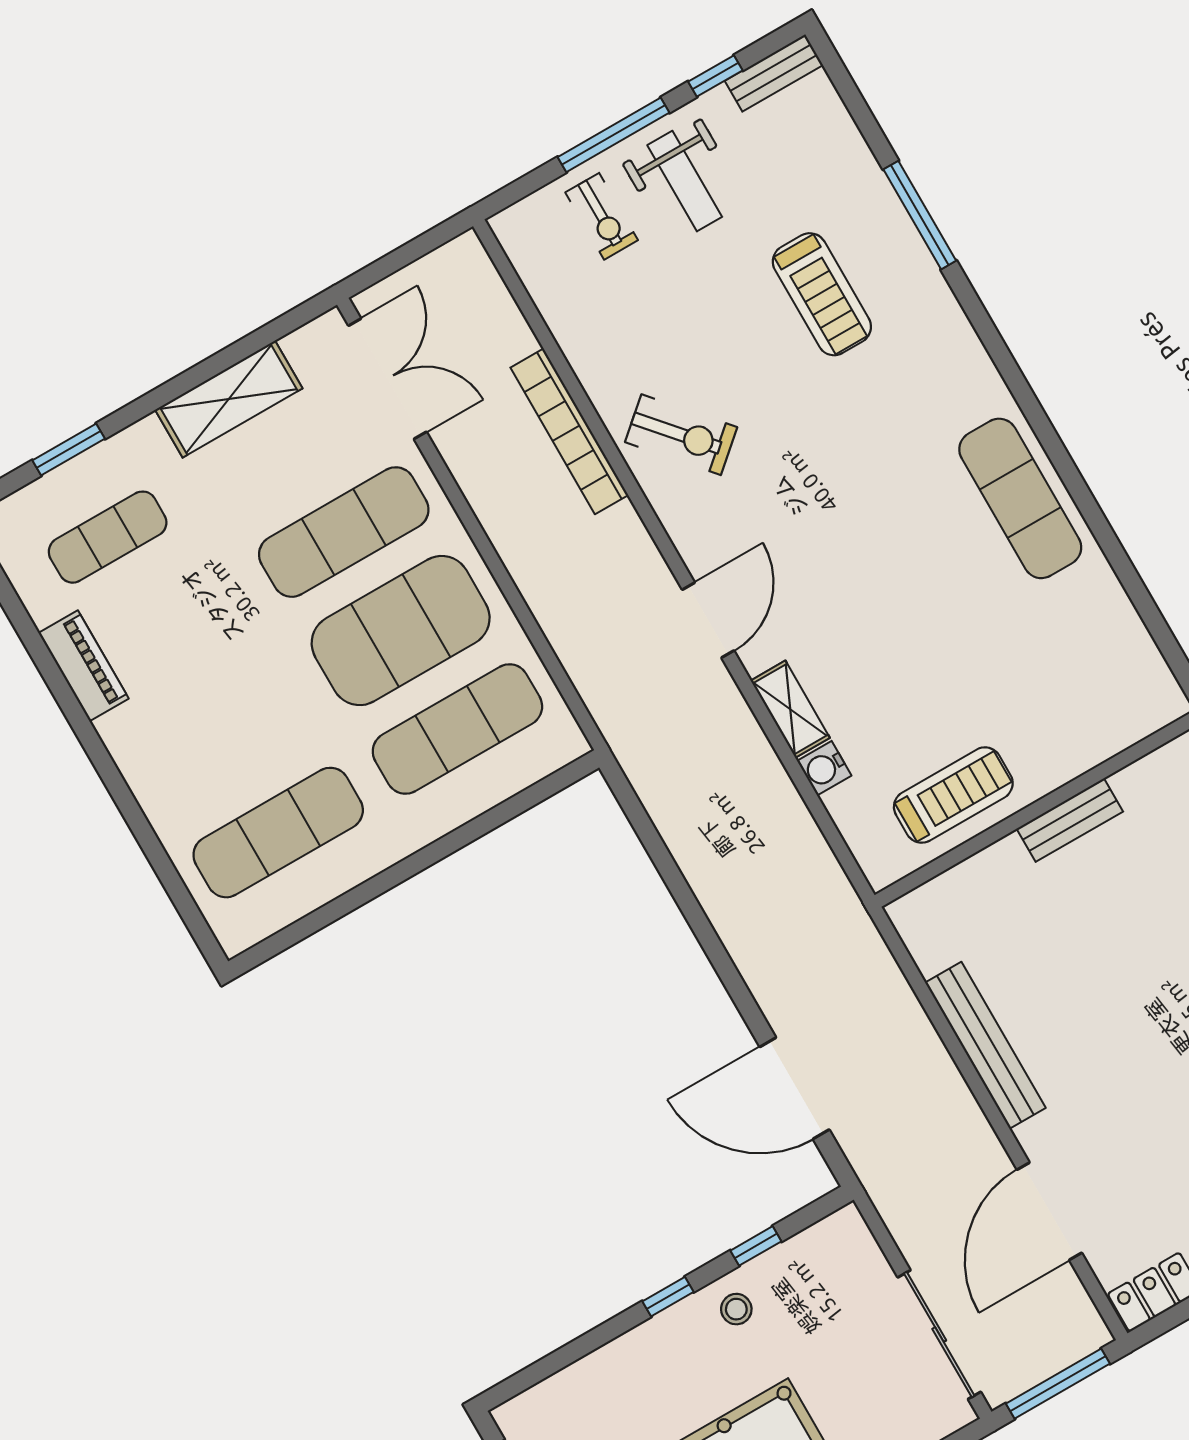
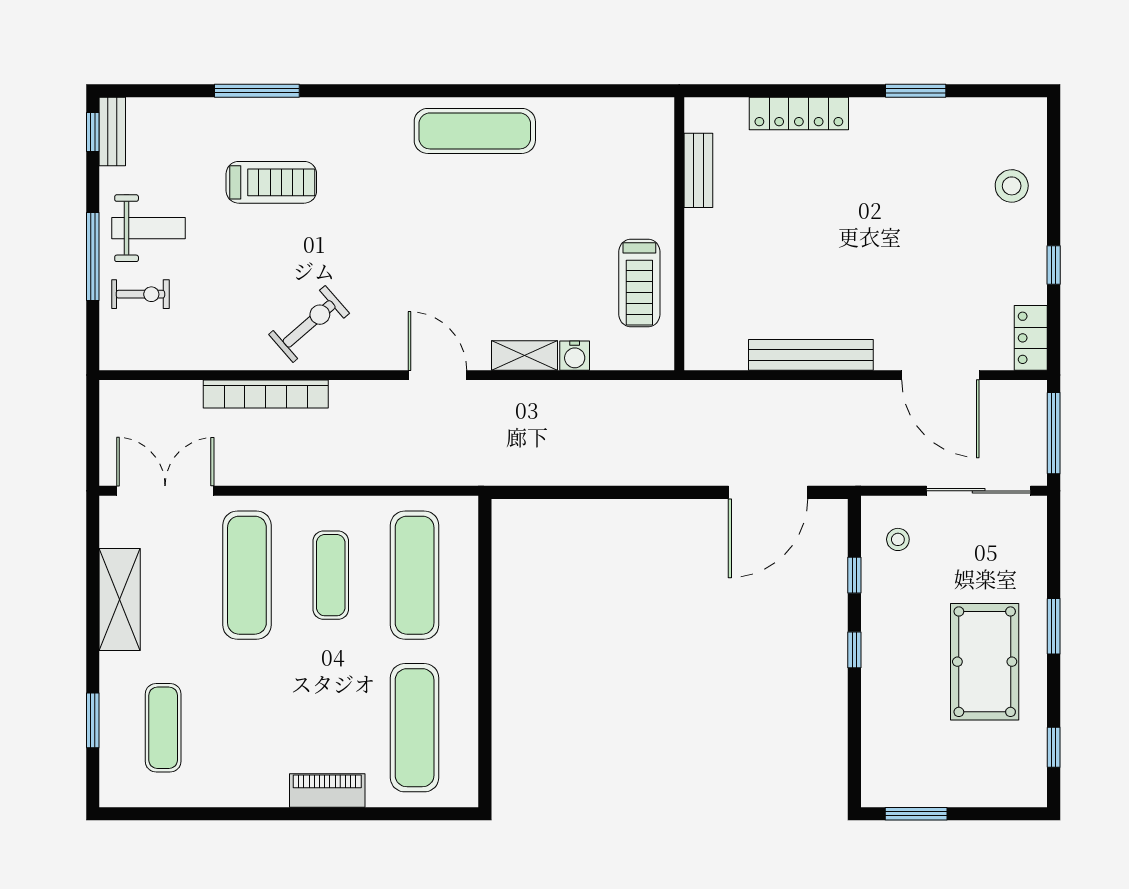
window: (715, 76) -> (93, 132), moved
exercise mat: (401, 631) -> (331, 575), width x0.50, depth x0.69
piano: (84, 666) -> (327, 790), moved
treadmill: (953, 795) -> (639, 283), turned 180
bench: (1070, 820) -> (698, 170), moved
stool: (736, 1309) -> (898, 539), moved

